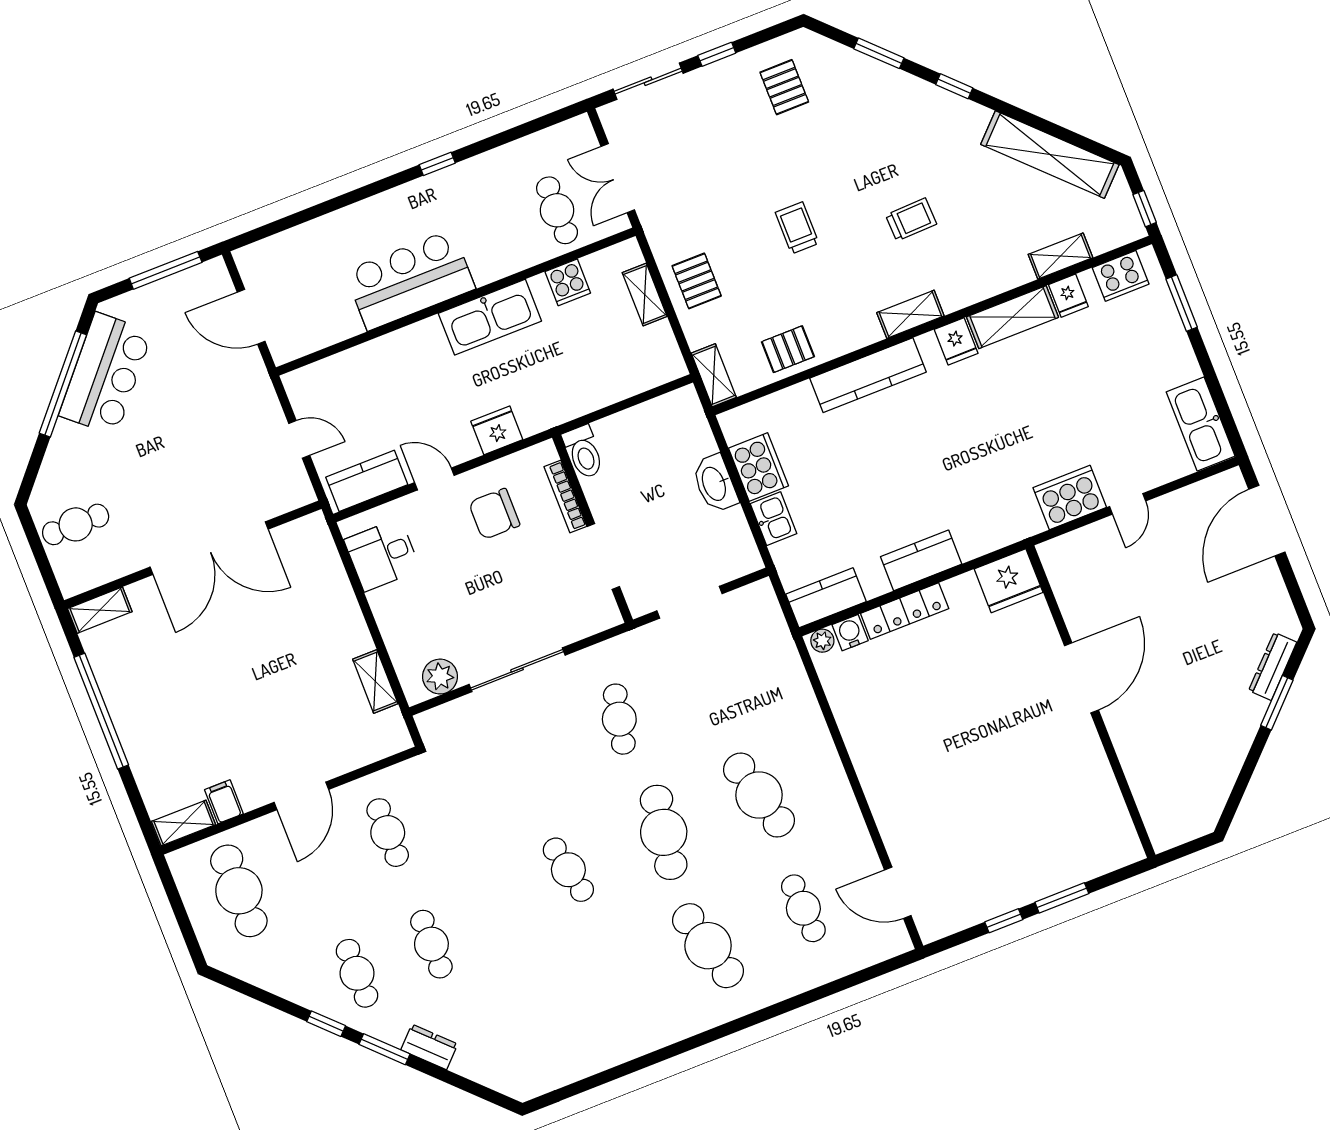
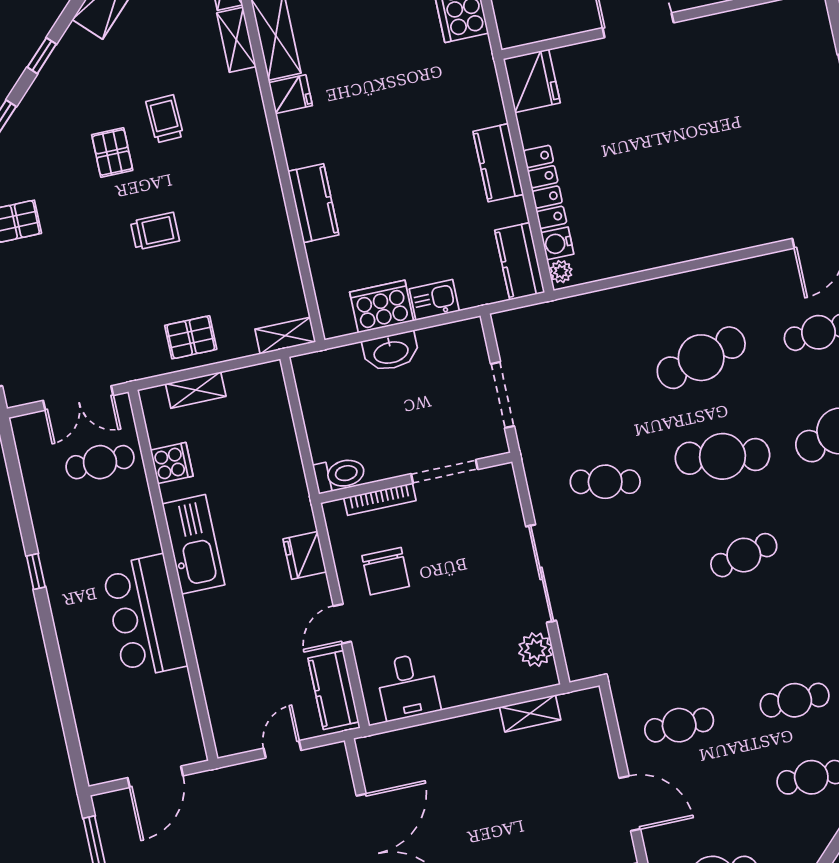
trolley: (797, 228) -> (155, 231), turned 180
shelving: (910, 314) -> (236, 40), moved
pallet: (788, 349) -> (112, 152), moved
kitchen counter: (868, 375) -> (313, 203), width x0.67

